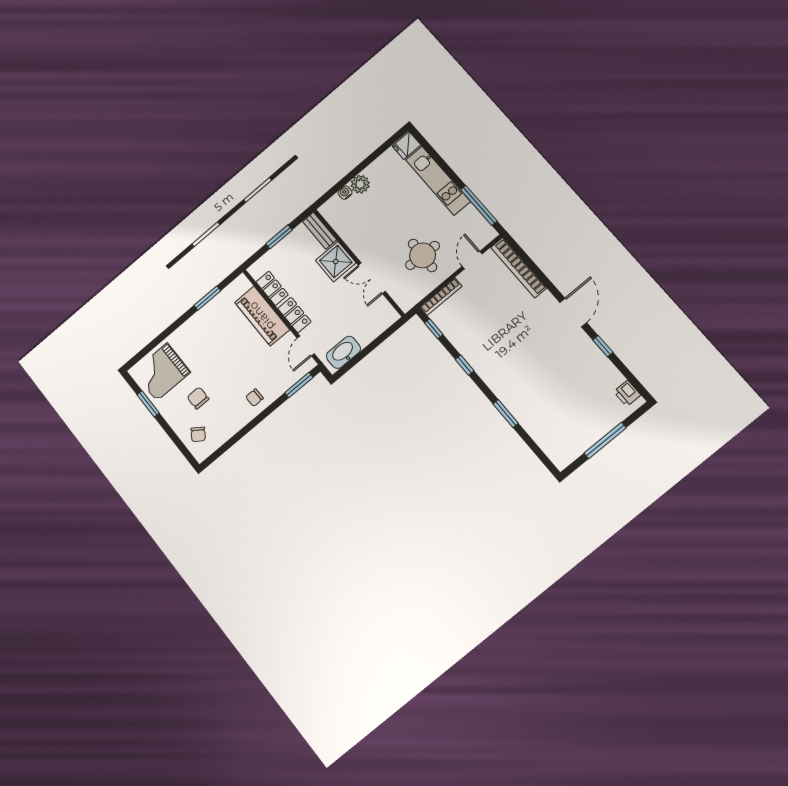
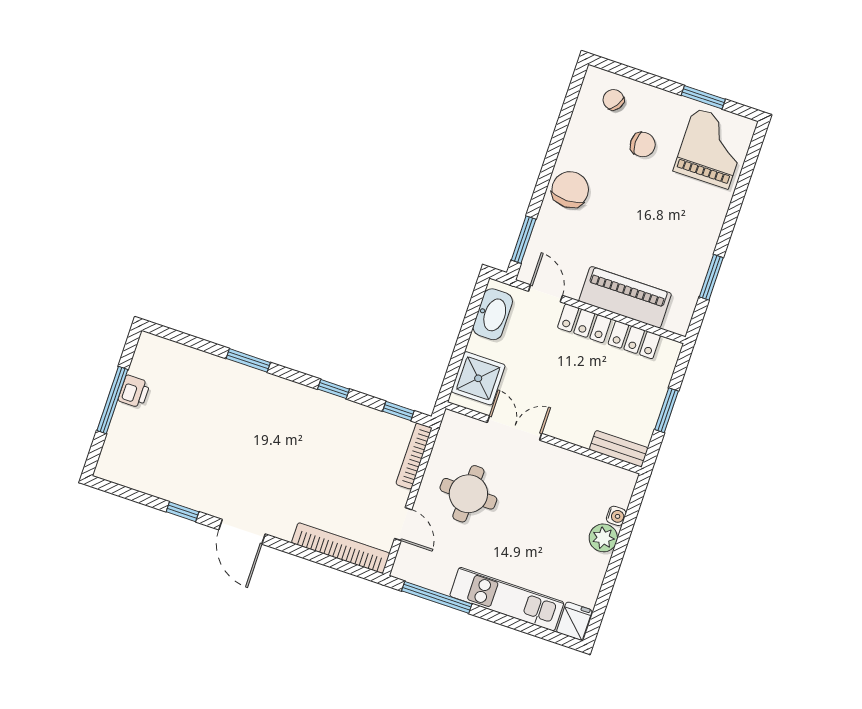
shower: (336, 262) -> (478, 378), moved
printer: (627, 393) -> (134, 392), moved, turned 90
chair: (255, 398) -> (570, 190), width x1.87, depth x1.87

